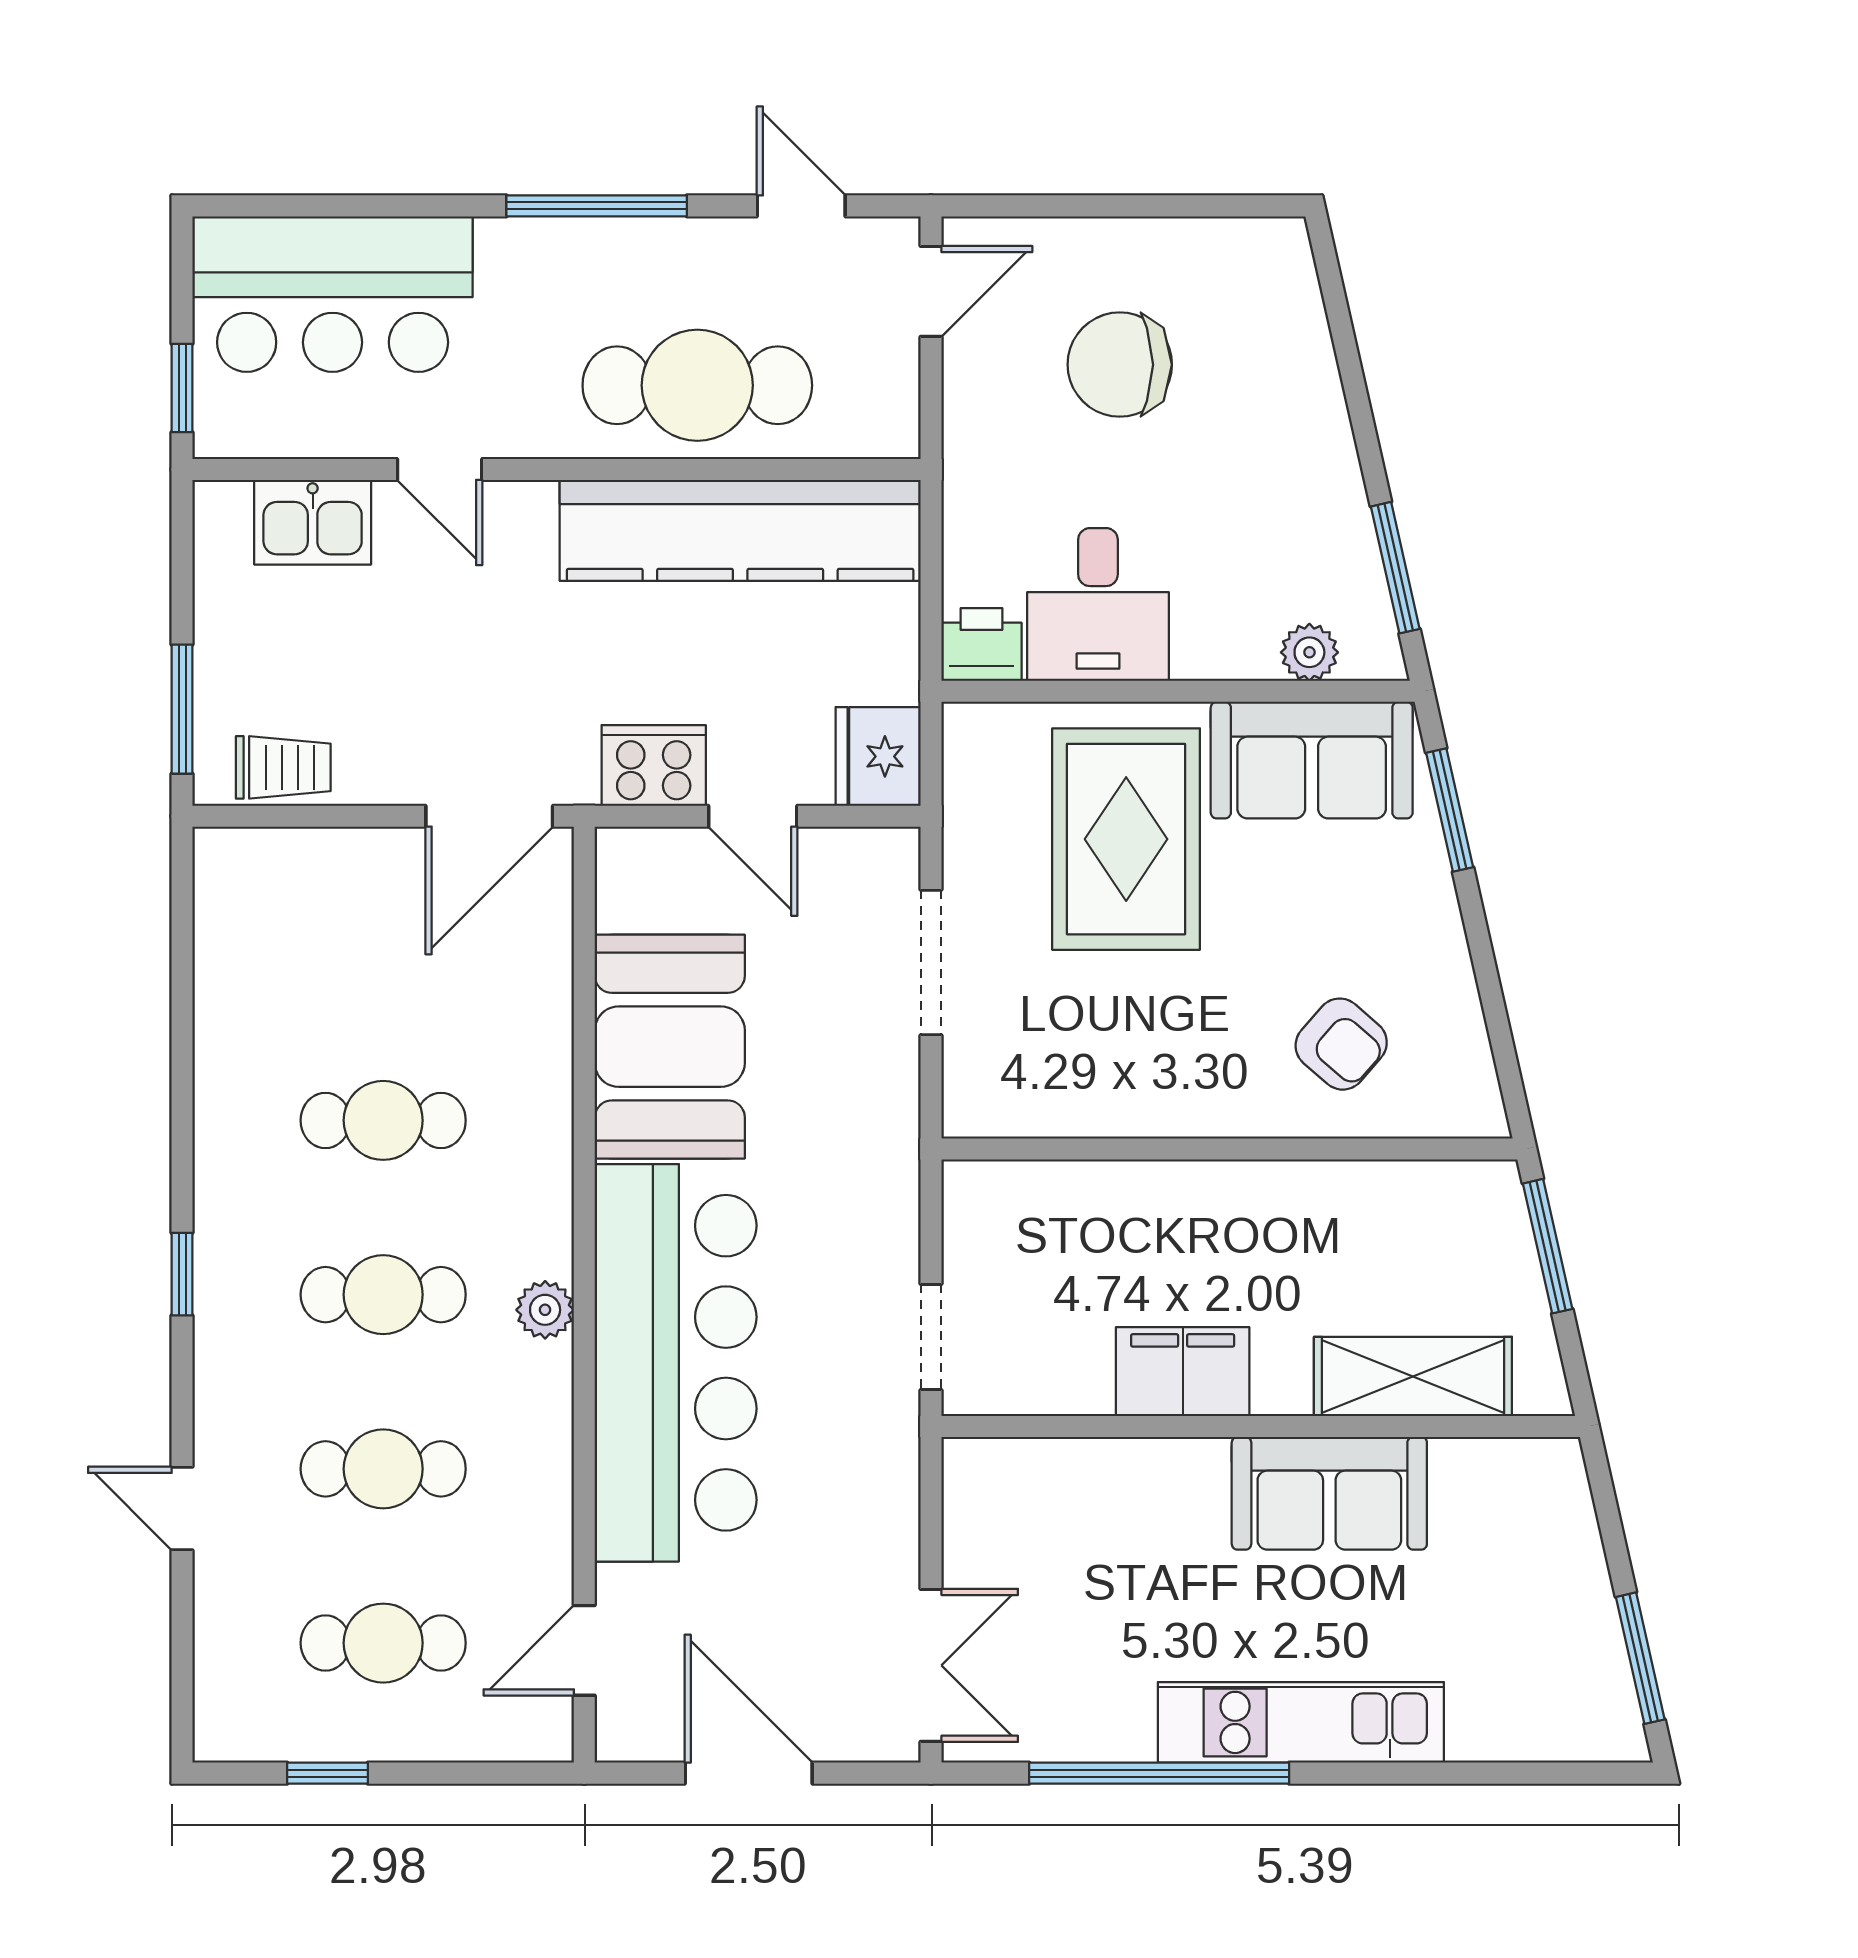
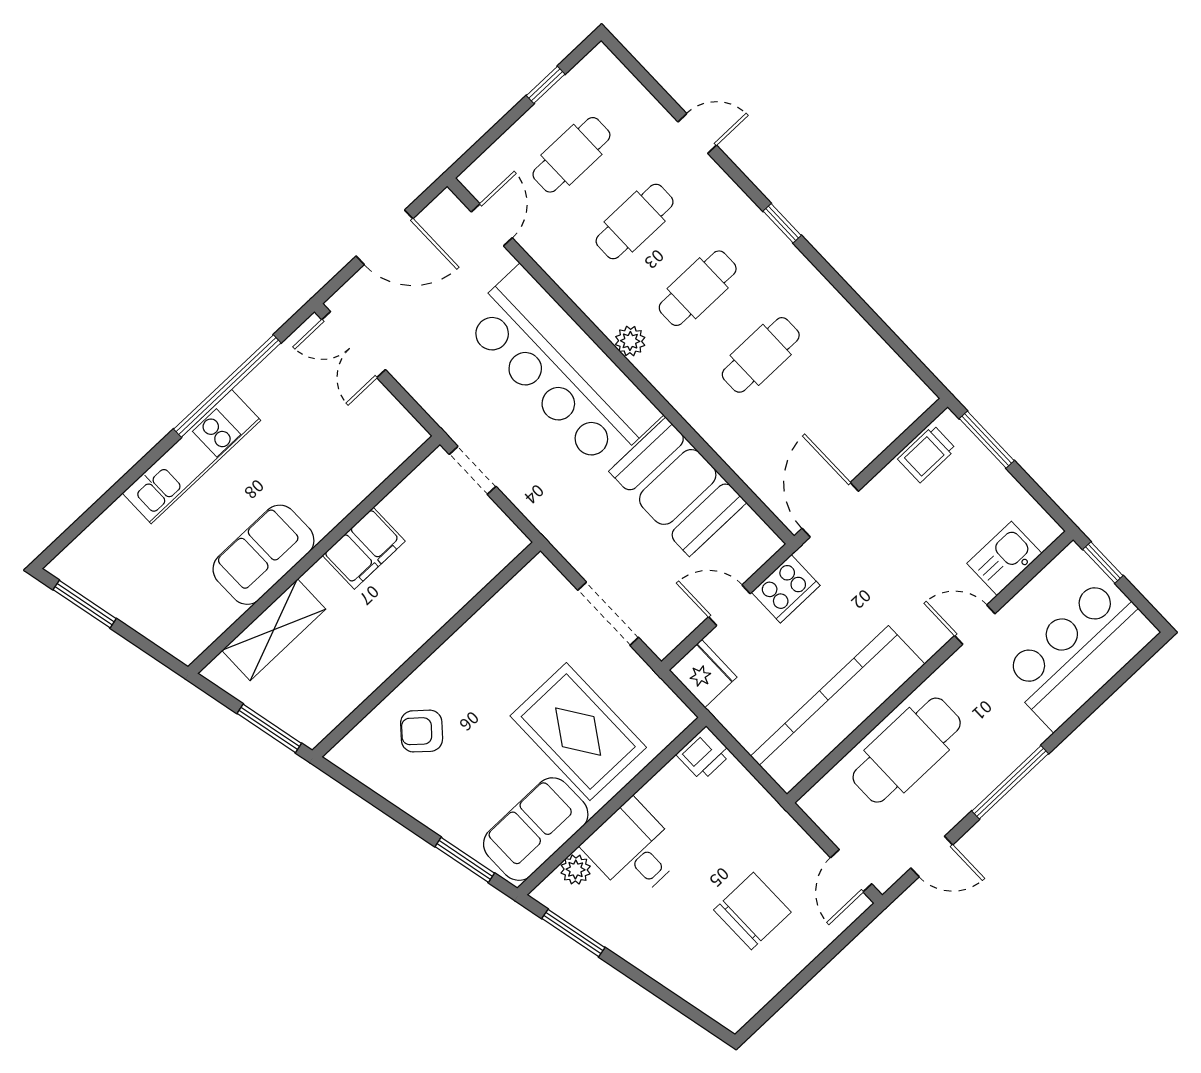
desk: (1098, 604) -> (633, 850), moved

